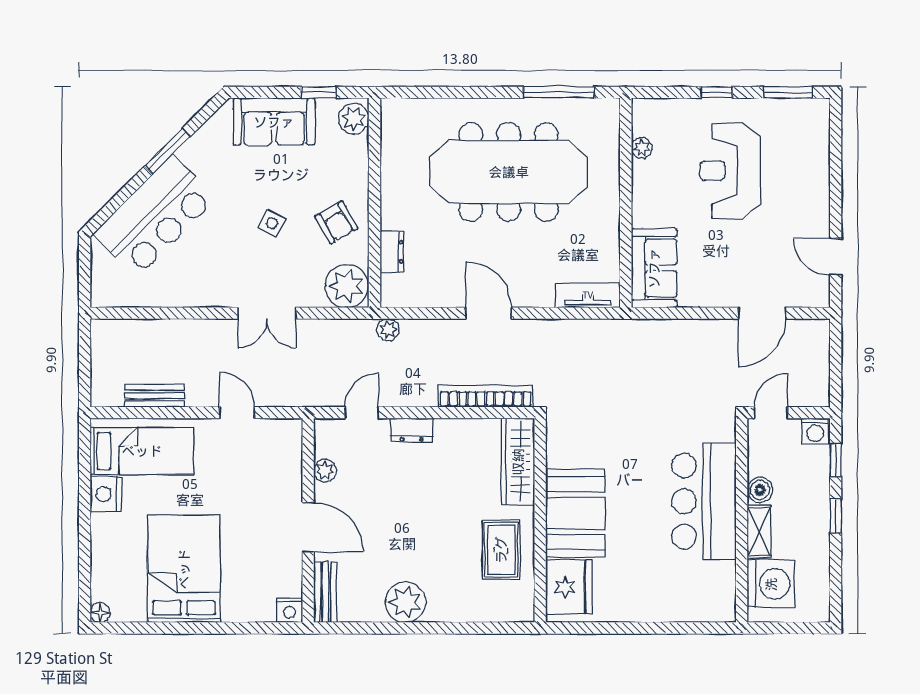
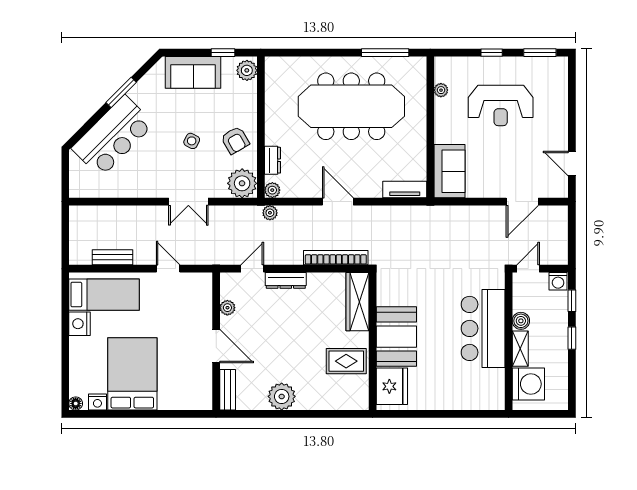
reception desk: (730, 171) -> (501, 105), turned -90
plant: (392, 296) -> (272, 190), added
dresser: (411, 430) -> (286, 280), width x1.44
rug: (501, 550) -> (346, 361), turned 90
nightstand: (290, 610) -> (97, 402), moved

